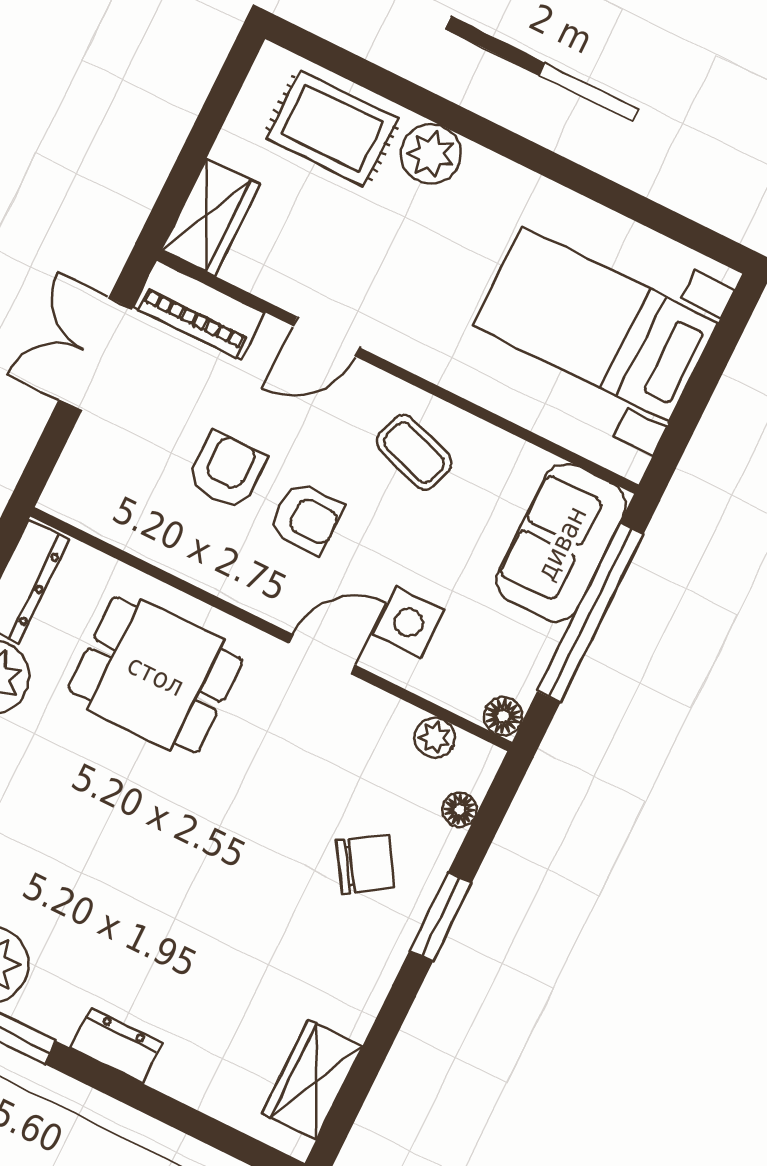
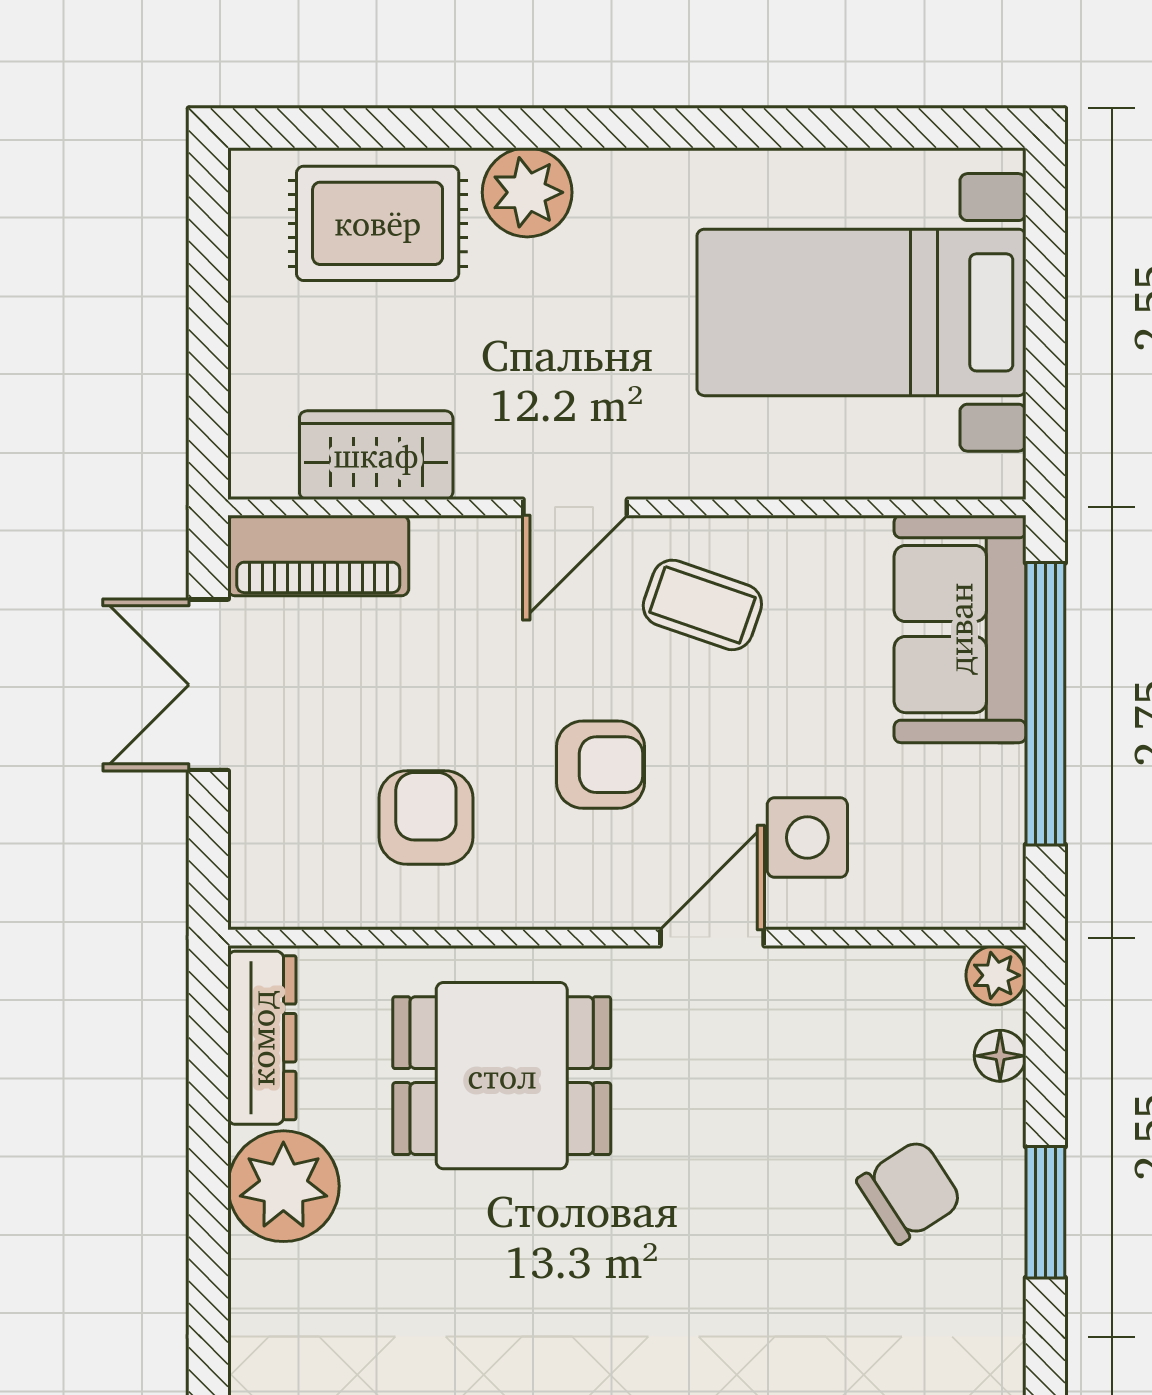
wardrobe: (210, 217) -> (376, 455), moved, turned -90
door: (326, 337) -> (575, 507), moved
armchair: (227, 470) -> (426, 817), moved
floor lamp: (503, 716) -> (997, 901), removed
plant: (435, 738) -> (996, 975), moved

